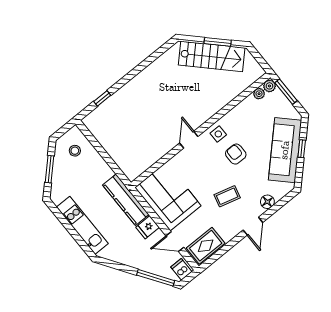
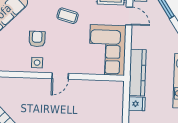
armchair: (236, 154) -> (37, 39), turned 180
fridge: (148, 227) -> (137, 104), moved

